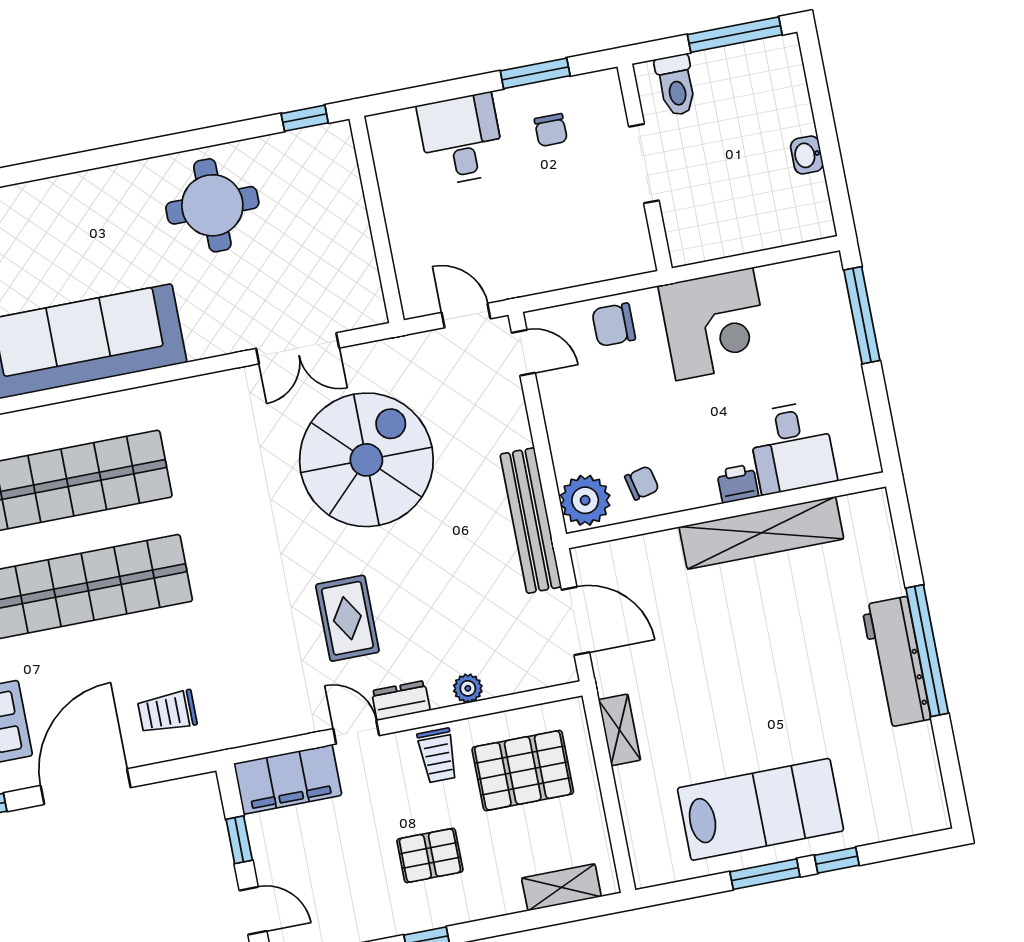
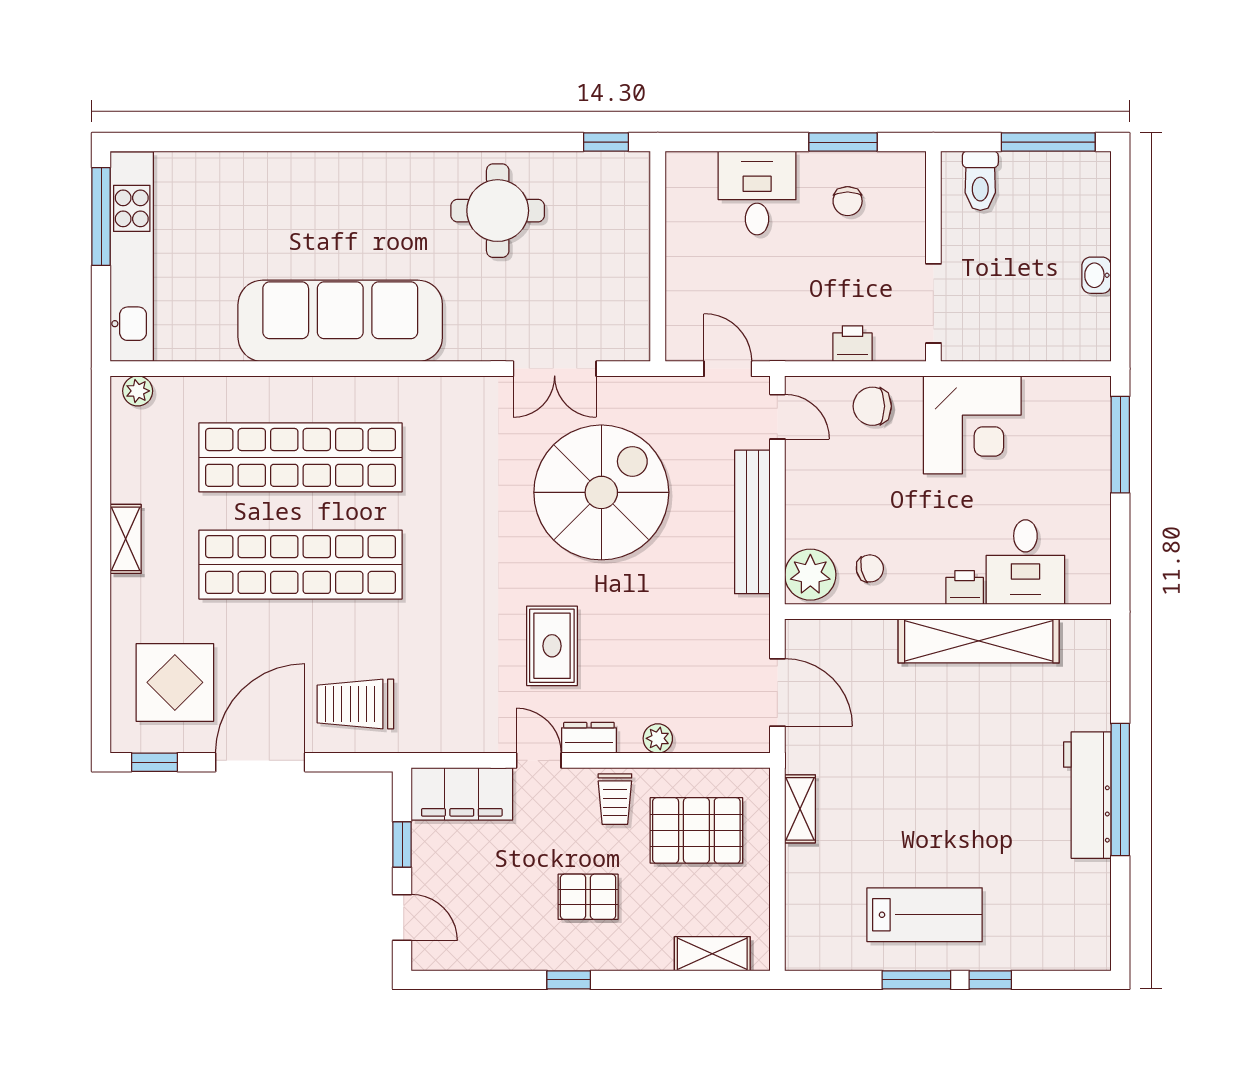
doorway: (644, 164) -> (933, 303), moved
printer: (582, 268) -> (852, 344), added
bench: (531, 521) -> (752, 522), moved
trolley: (167, 712) -> (355, 704), width x1.36, depth x1.39
lab bench: (761, 809) -> (925, 915), width x0.73, depth x0.72

